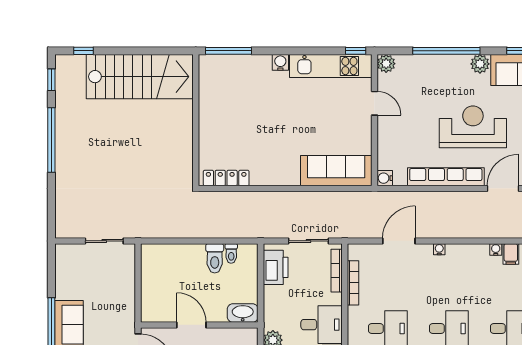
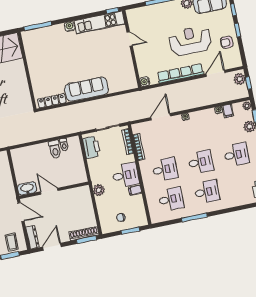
plant: (386, 64) -> (132, 14), removed
sofa: (336, 171) -> (86, 89), moved
washbasin: (243, 313) -> (27, 188), moved

